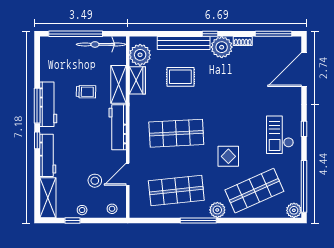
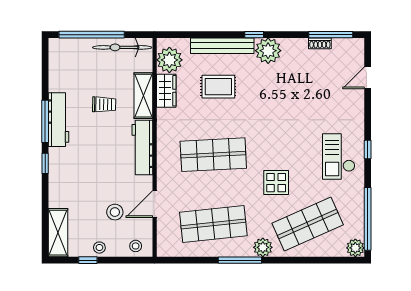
shoe rack: (243, 41) -> (320, 43), moved
door: (304, 69) -> (368, 78), width x0.53
workbench: (48, 155) -> (58, 182), removed

